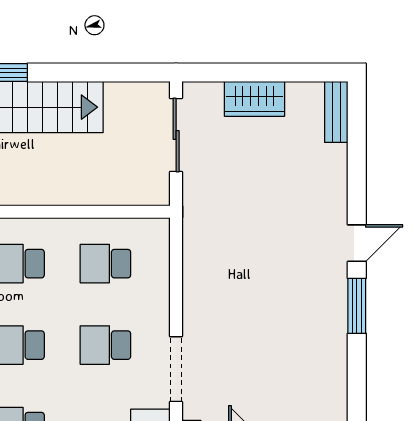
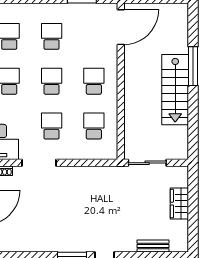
bench: (336, 112) -> (153, 246), moved
sliding door: (176, 135) -> (147, 163), moved

